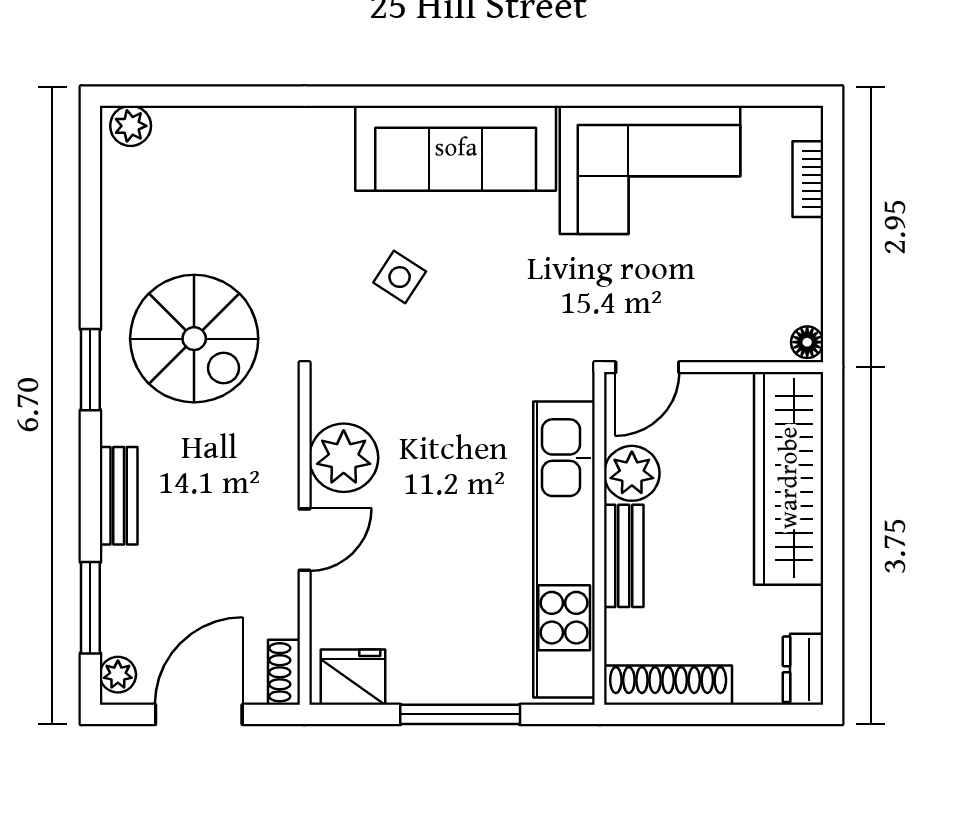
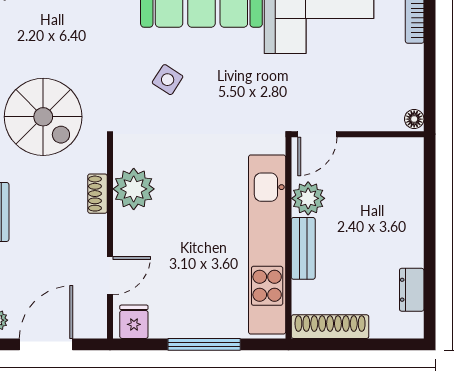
wardrobe: (789, 478) -> (403, 201), removed
door: (305, 540) -> (110, 276), moved
dresser: (803, 669) -> (412, 290), moved
shoe rack: (284, 672) -> (97, 194), moved
fridge: (353, 677) -> (134, 322), width x0.72

